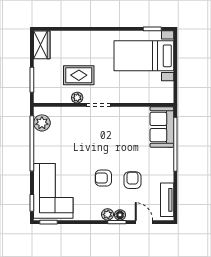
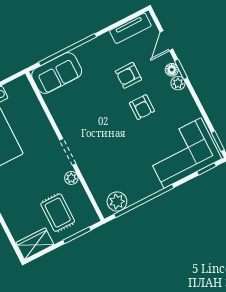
rug: (79, 75) -> (58, 213), moved

